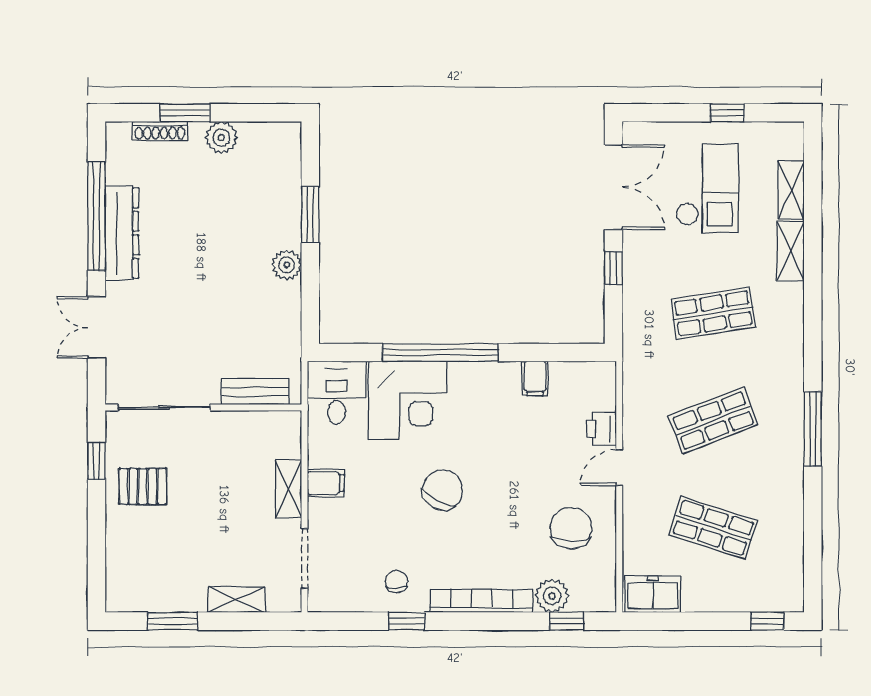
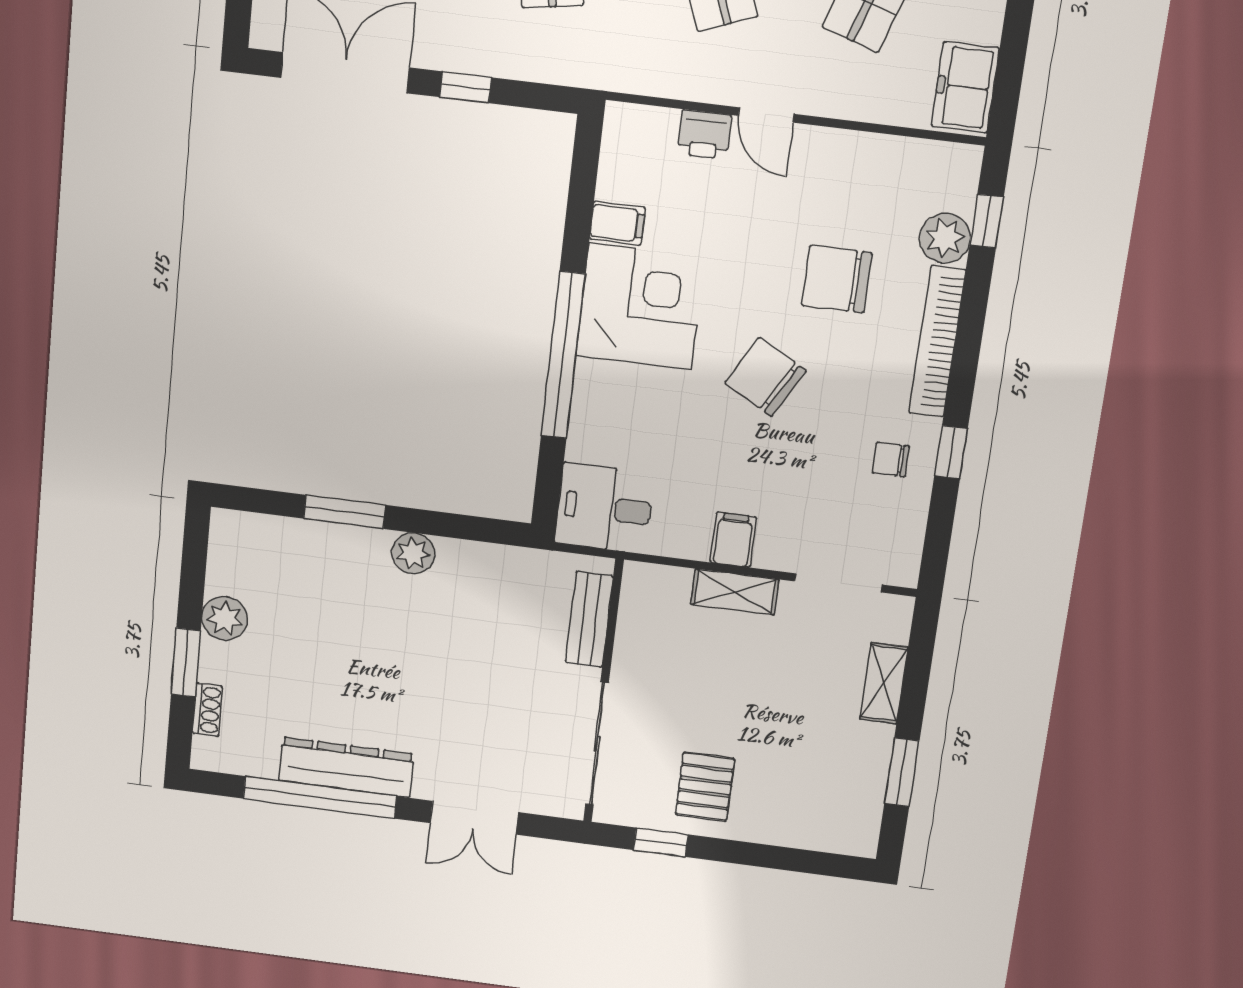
shoe rack: (160, 131) -> (207, 710), width x0.70
corner desk: (407, 400) -> (640, 306), moved
chair: (571, 528) -> (837, 279), moved

